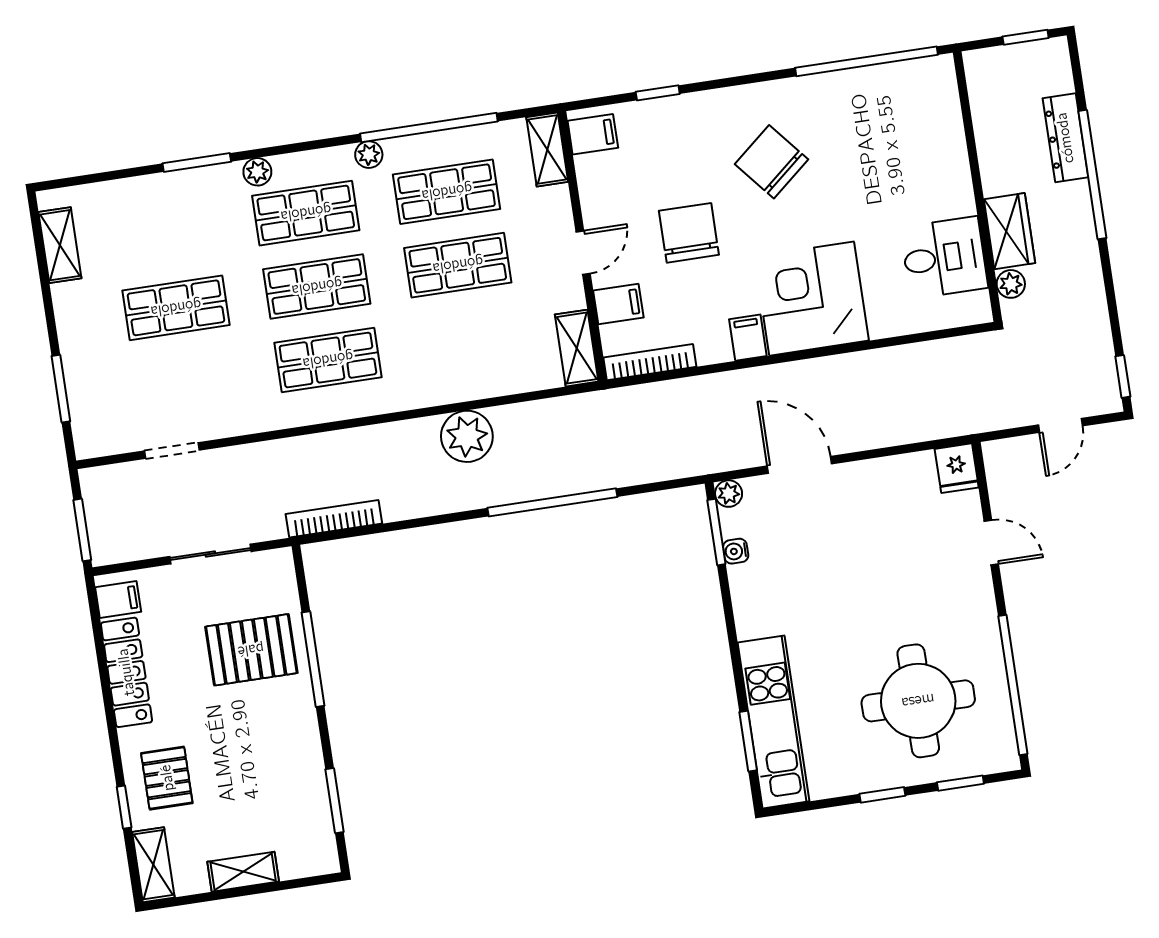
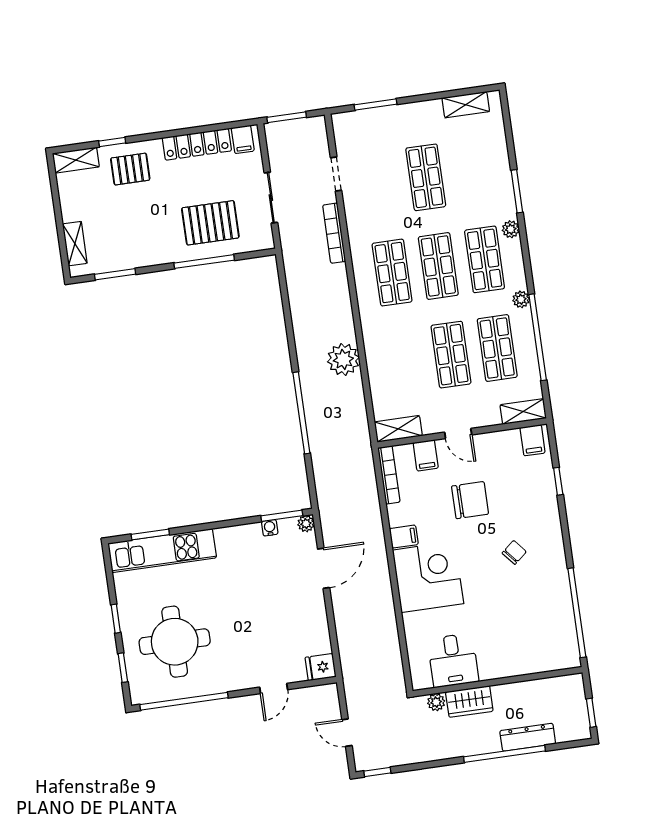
chair: (771, 162) -> (514, 552), width x0.54, depth x0.54
bookcase: (334, 519) -> (334, 233), moved, turned 180
pallet: (251, 650) -> (210, 223), turned 90
shelving: (243, 872) -> (75, 244), moved

